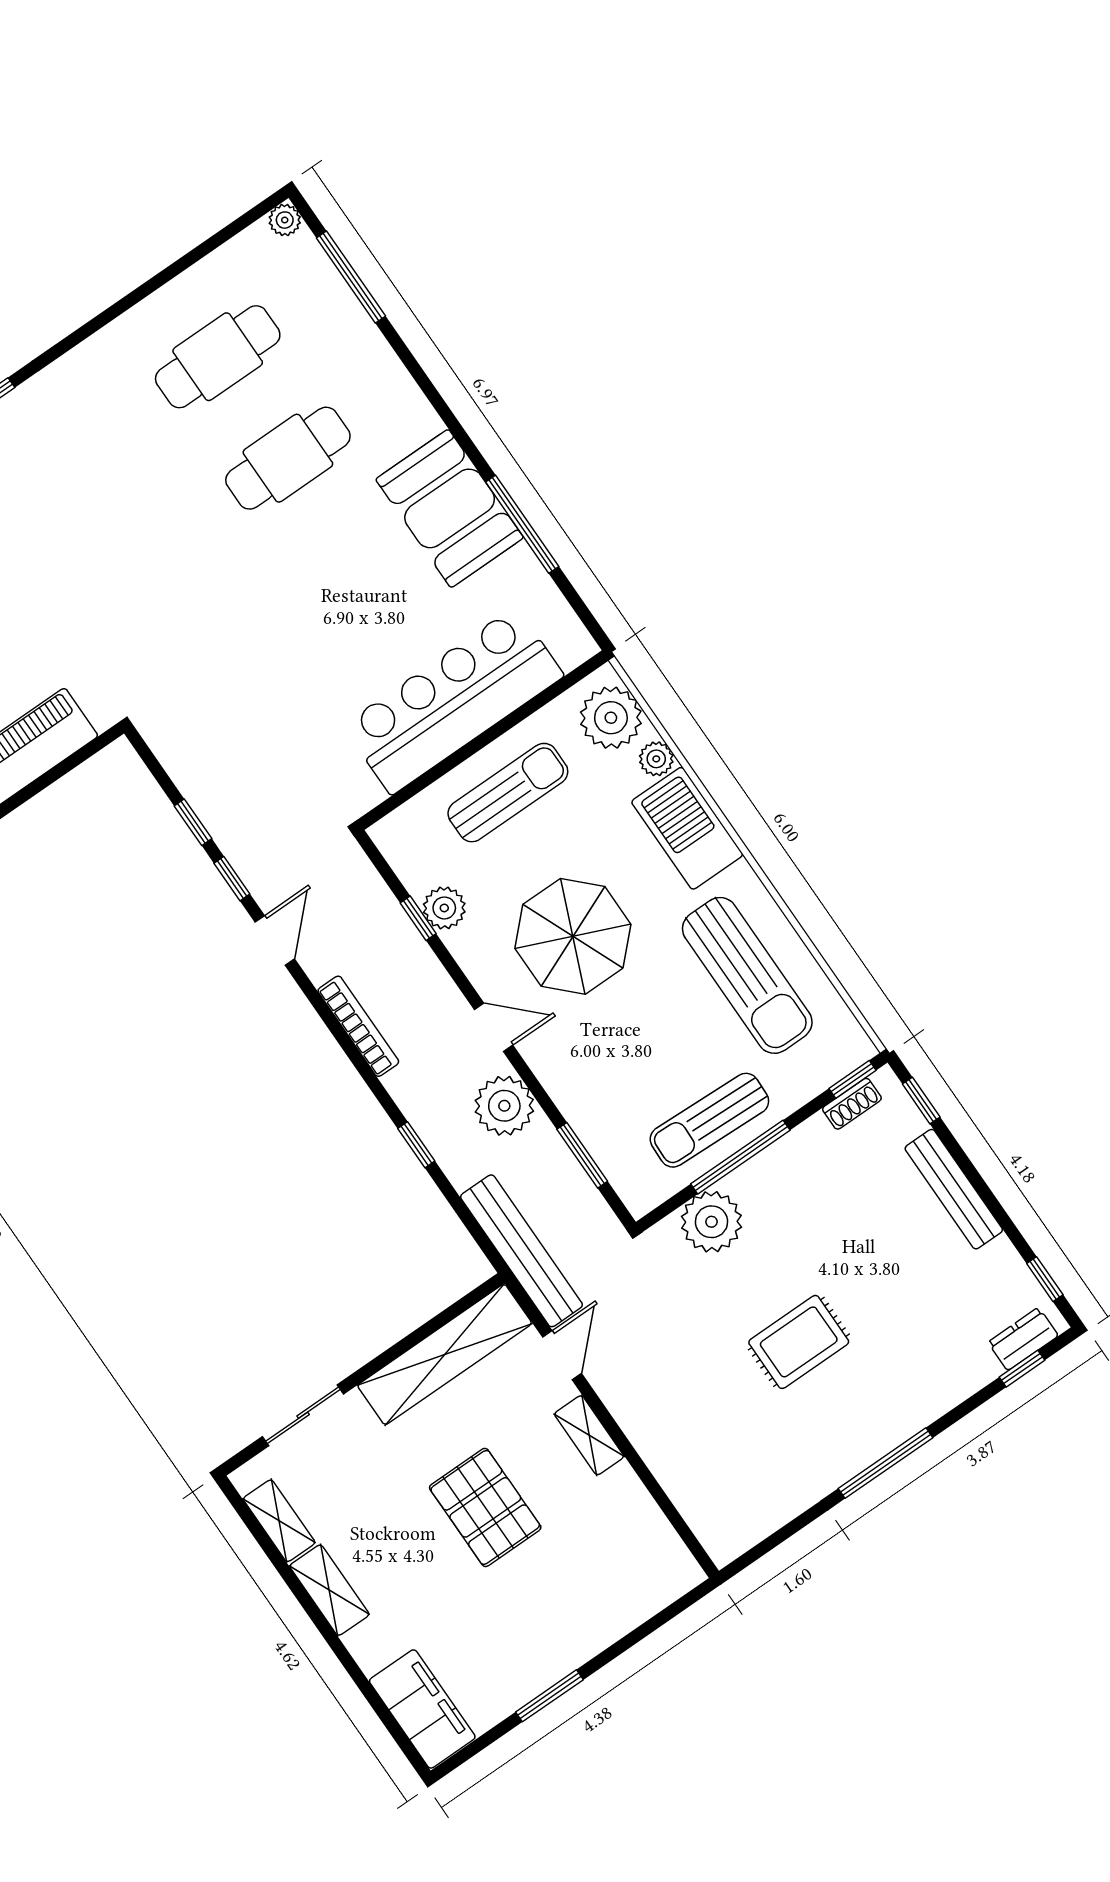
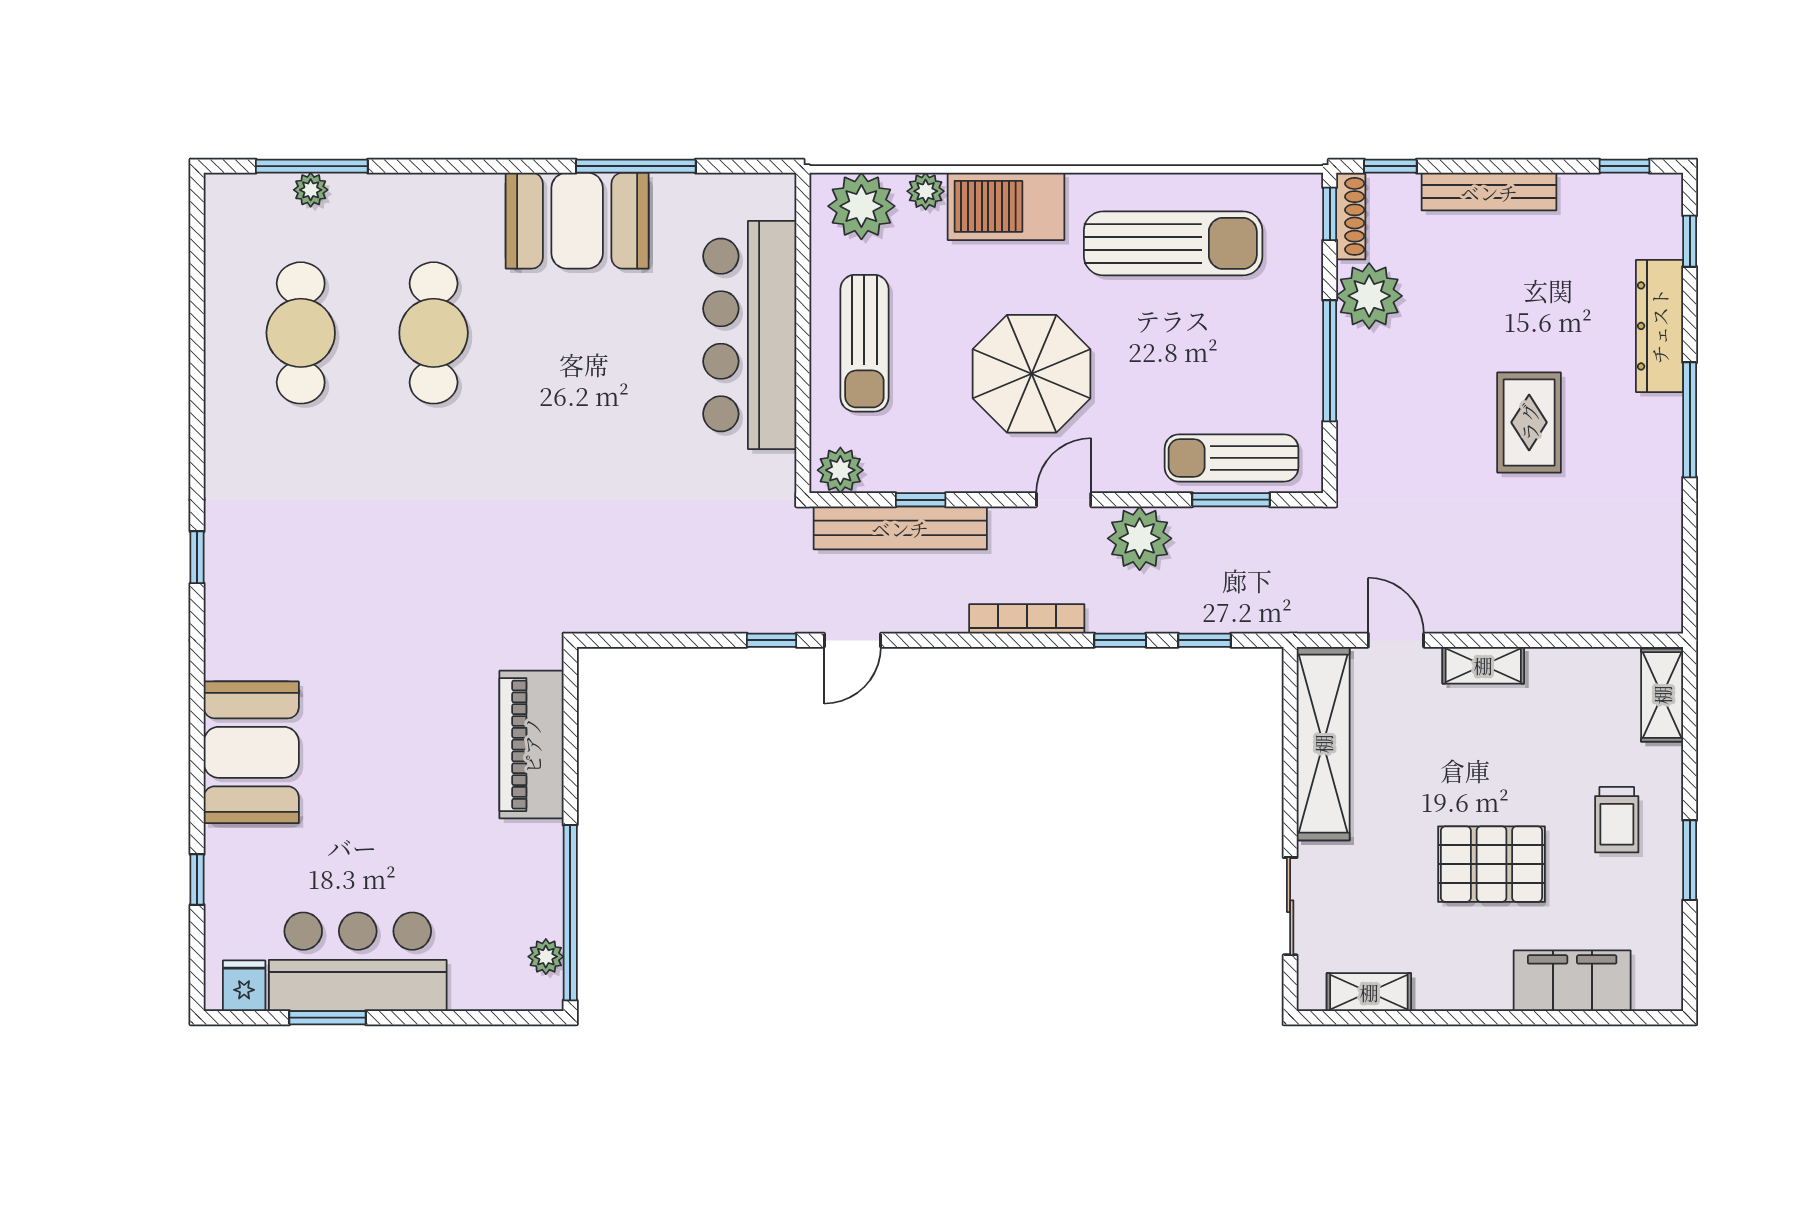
plant: (285, 220) -> (311, 190), moved
sun lounger: (508, 793) -> (864, 343), turned 180
window: (193, 822) -> (1204, 640), moved
plant: (444, 908) -> (840, 470), moved
door: (275, 940) -> (852, 640), swing flipped
bookcase: (358, 1026) -> (1027, 619), moved
shoe rack: (852, 1104) -> (1351, 216), width x1.43
sun lounger: (709, 1120) -> (1231, 458), moved, turned 88
plant: (711, 1222) -> (1369, 296), moved
bench: (522, 1251) -> (900, 528), moved
dresser: (1023, 1339) -> (1659, 326), moved, width x1.96, depth x1.24
pallet: (485, 1507) -> (1491, 864), moved
shelving: (329, 1590) -> (1662, 695), moved, turned 90
trolley: (542, 1619) -> (1617, 820), added
filing cabinet: (422, 1709) -> (1572, 981), moved

